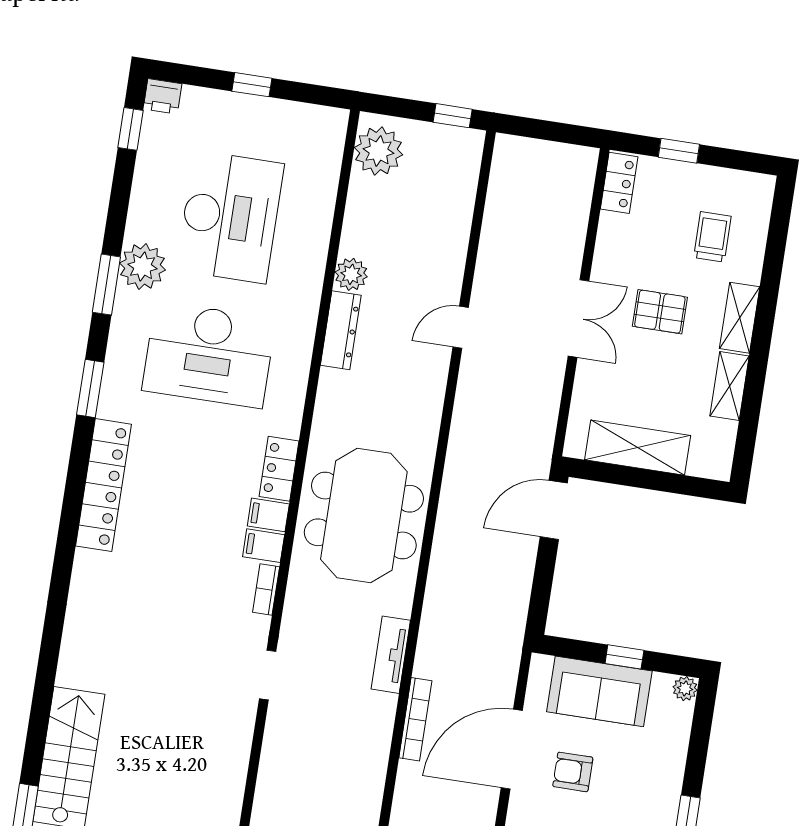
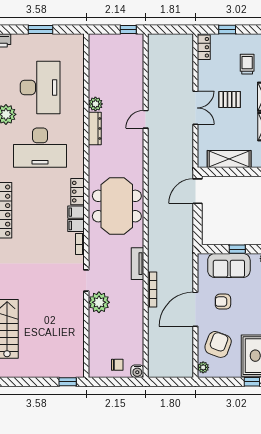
window: (252, 85) -> (41, 30), width x1.50
plant: (378, 151) -> (99, 302), moved
door: (512, 749) -> (195, 309), moved

